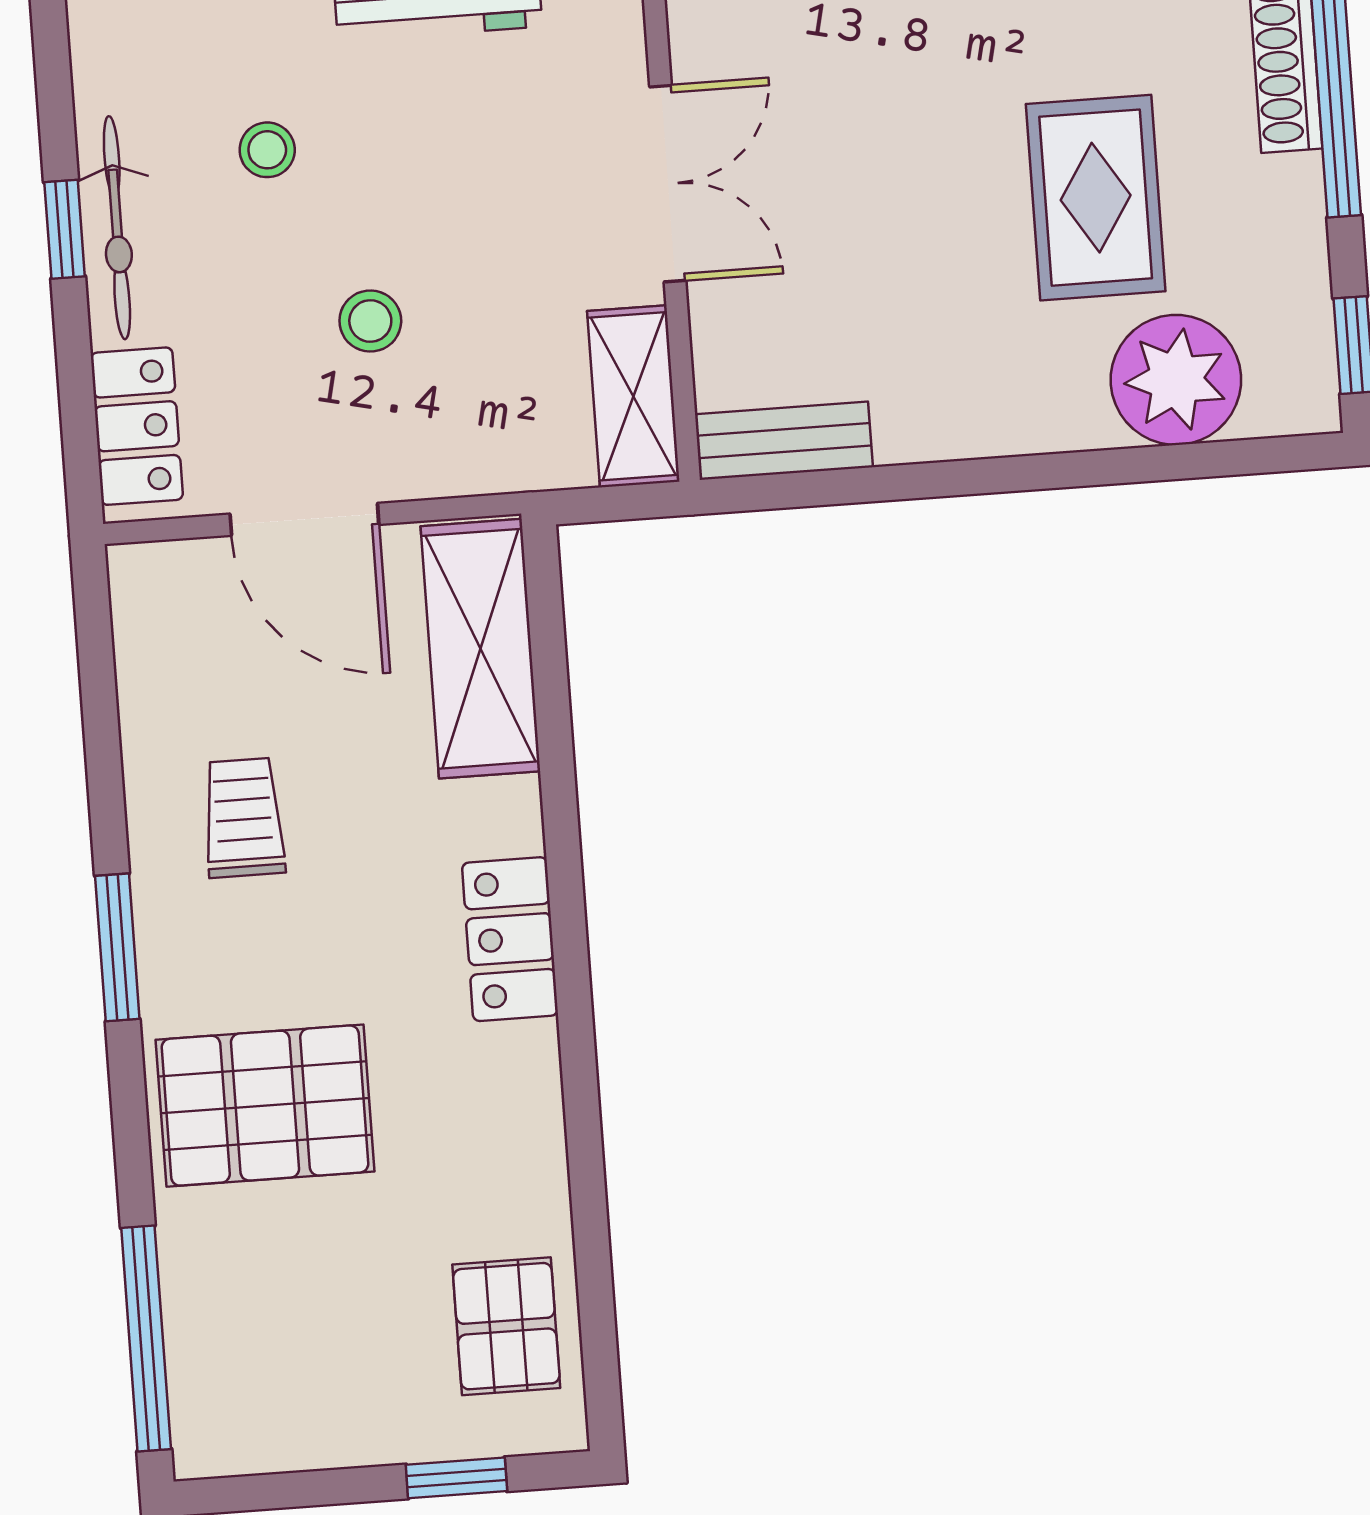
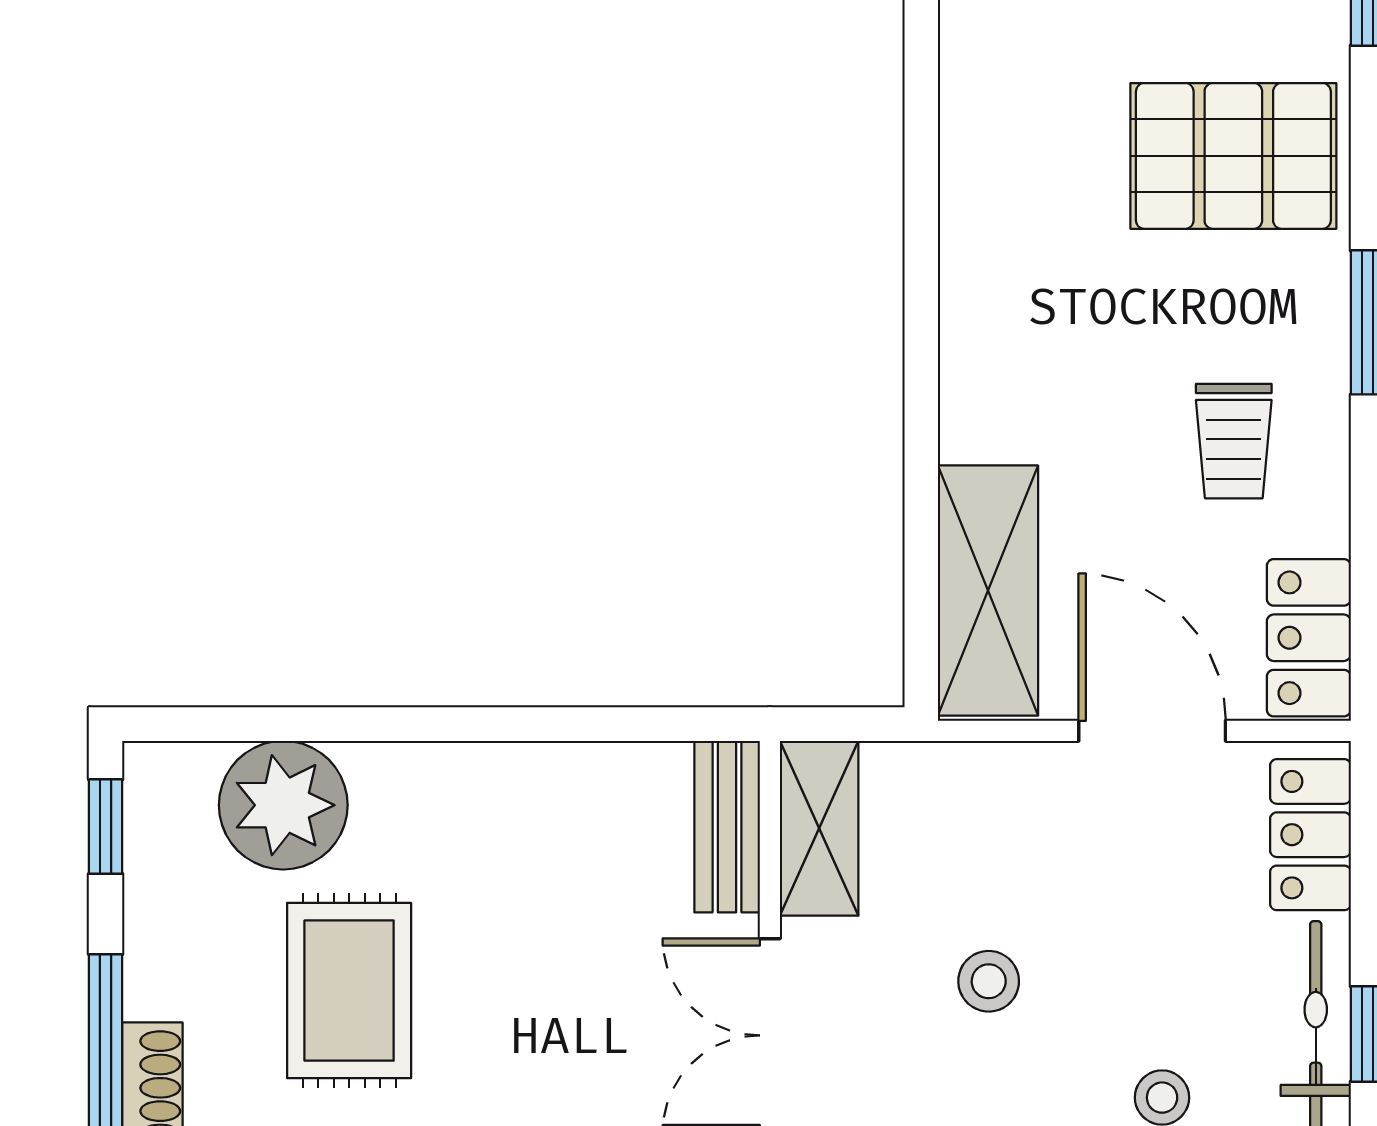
stool: (370, 321) -> (989, 981), moved
bench: (784, 441) -> (727, 827), moved, turned 90
locker: (510, 939) -> (1309, 638), moved, turned 180

